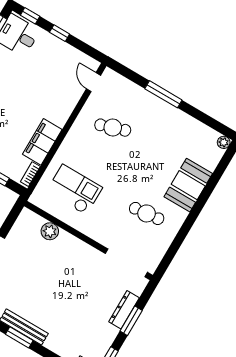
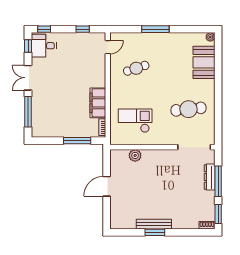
window: (60, 33) -> (83, 29), moved
door: (94, 82) -> (108, 47), swing flipped
booth: (188, 185) -> (204, 62), moved
cafe table: (147, 213) -> (189, 109), width x1.37, depth x1.35
window: (131, 321) -> (218, 181), width x1.44

